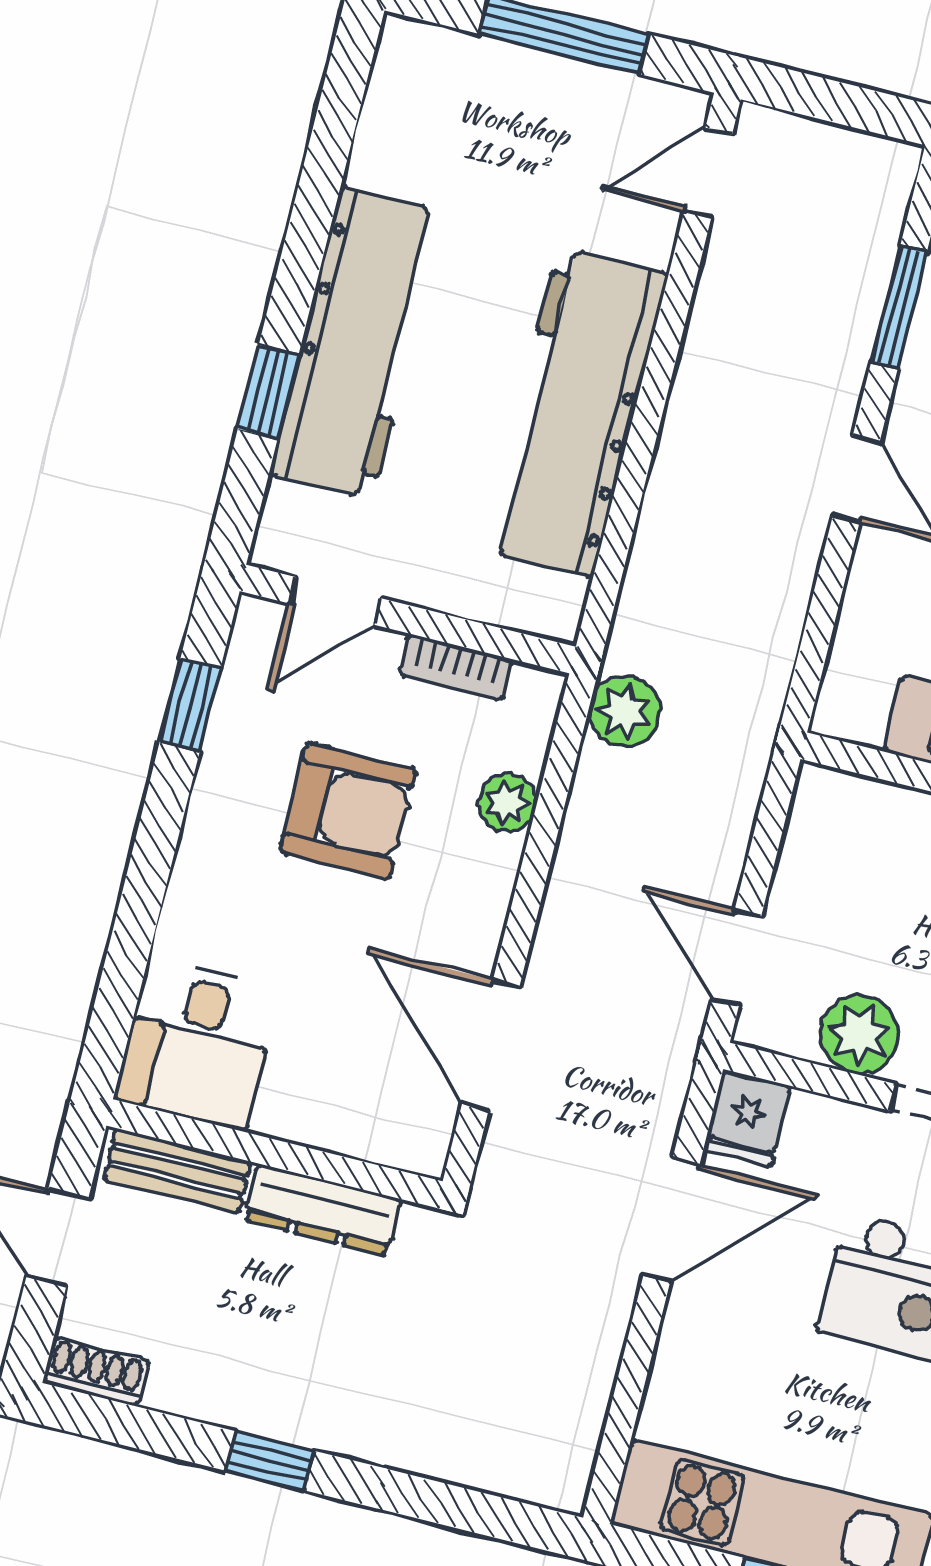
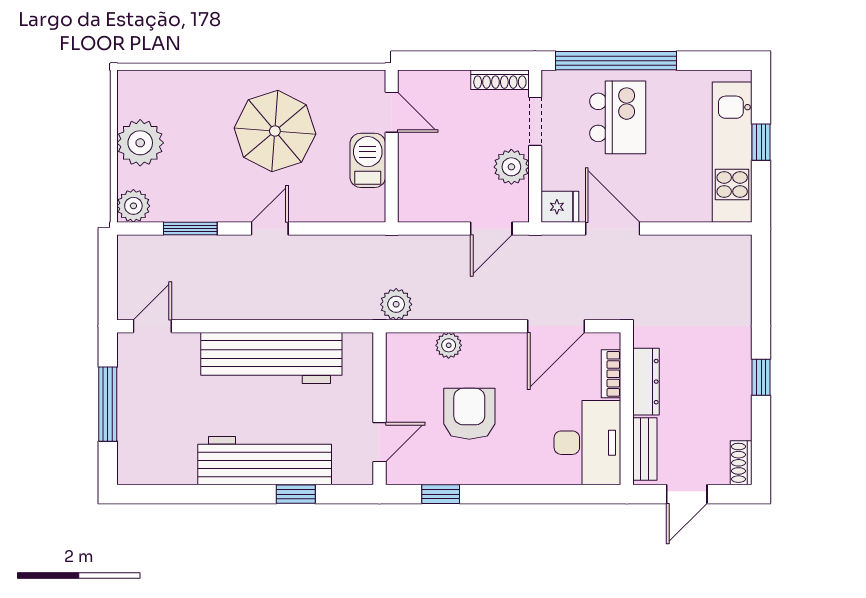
door: (708, 173) -> (152, 326), swing flipped
door: (335, 601) -> (379, 442), hinge flipped
bookcase: (455, 667) -> (611, 374), moved, turned 180
desk: (197, 1044) -> (587, 443), width x1.37

